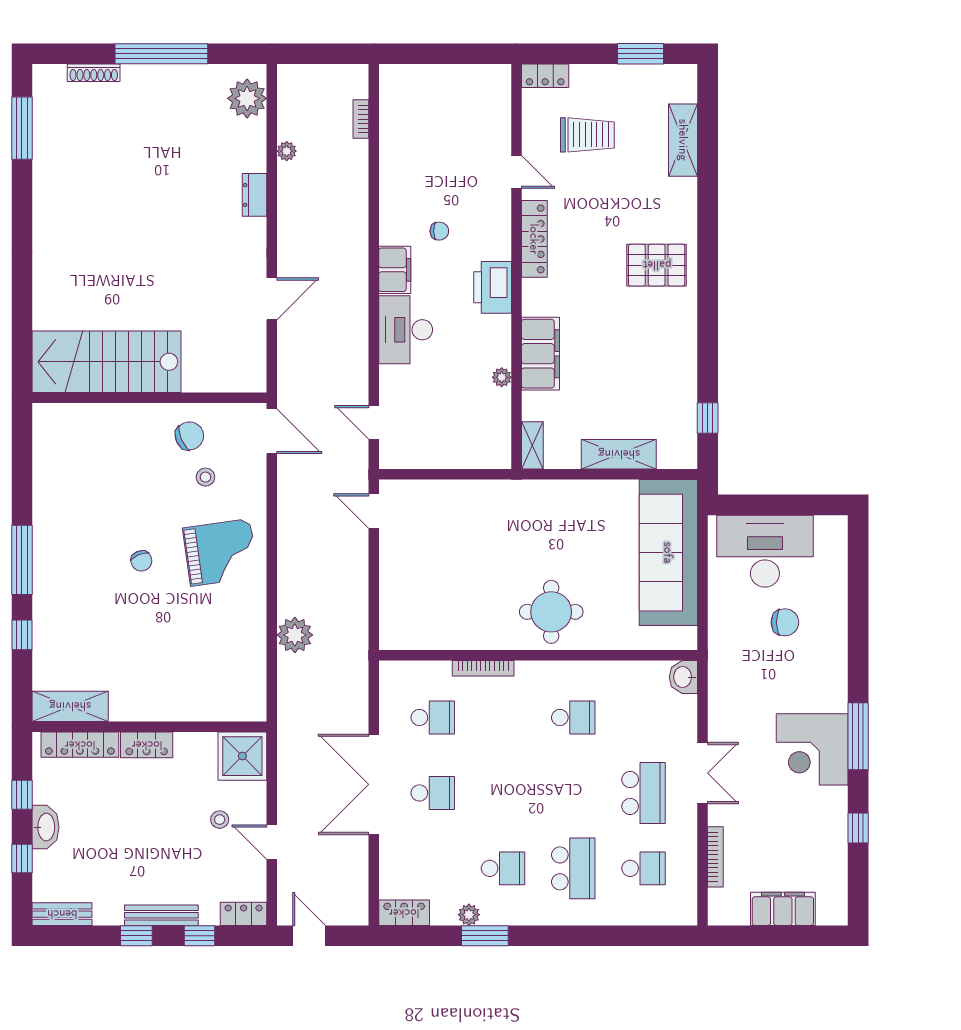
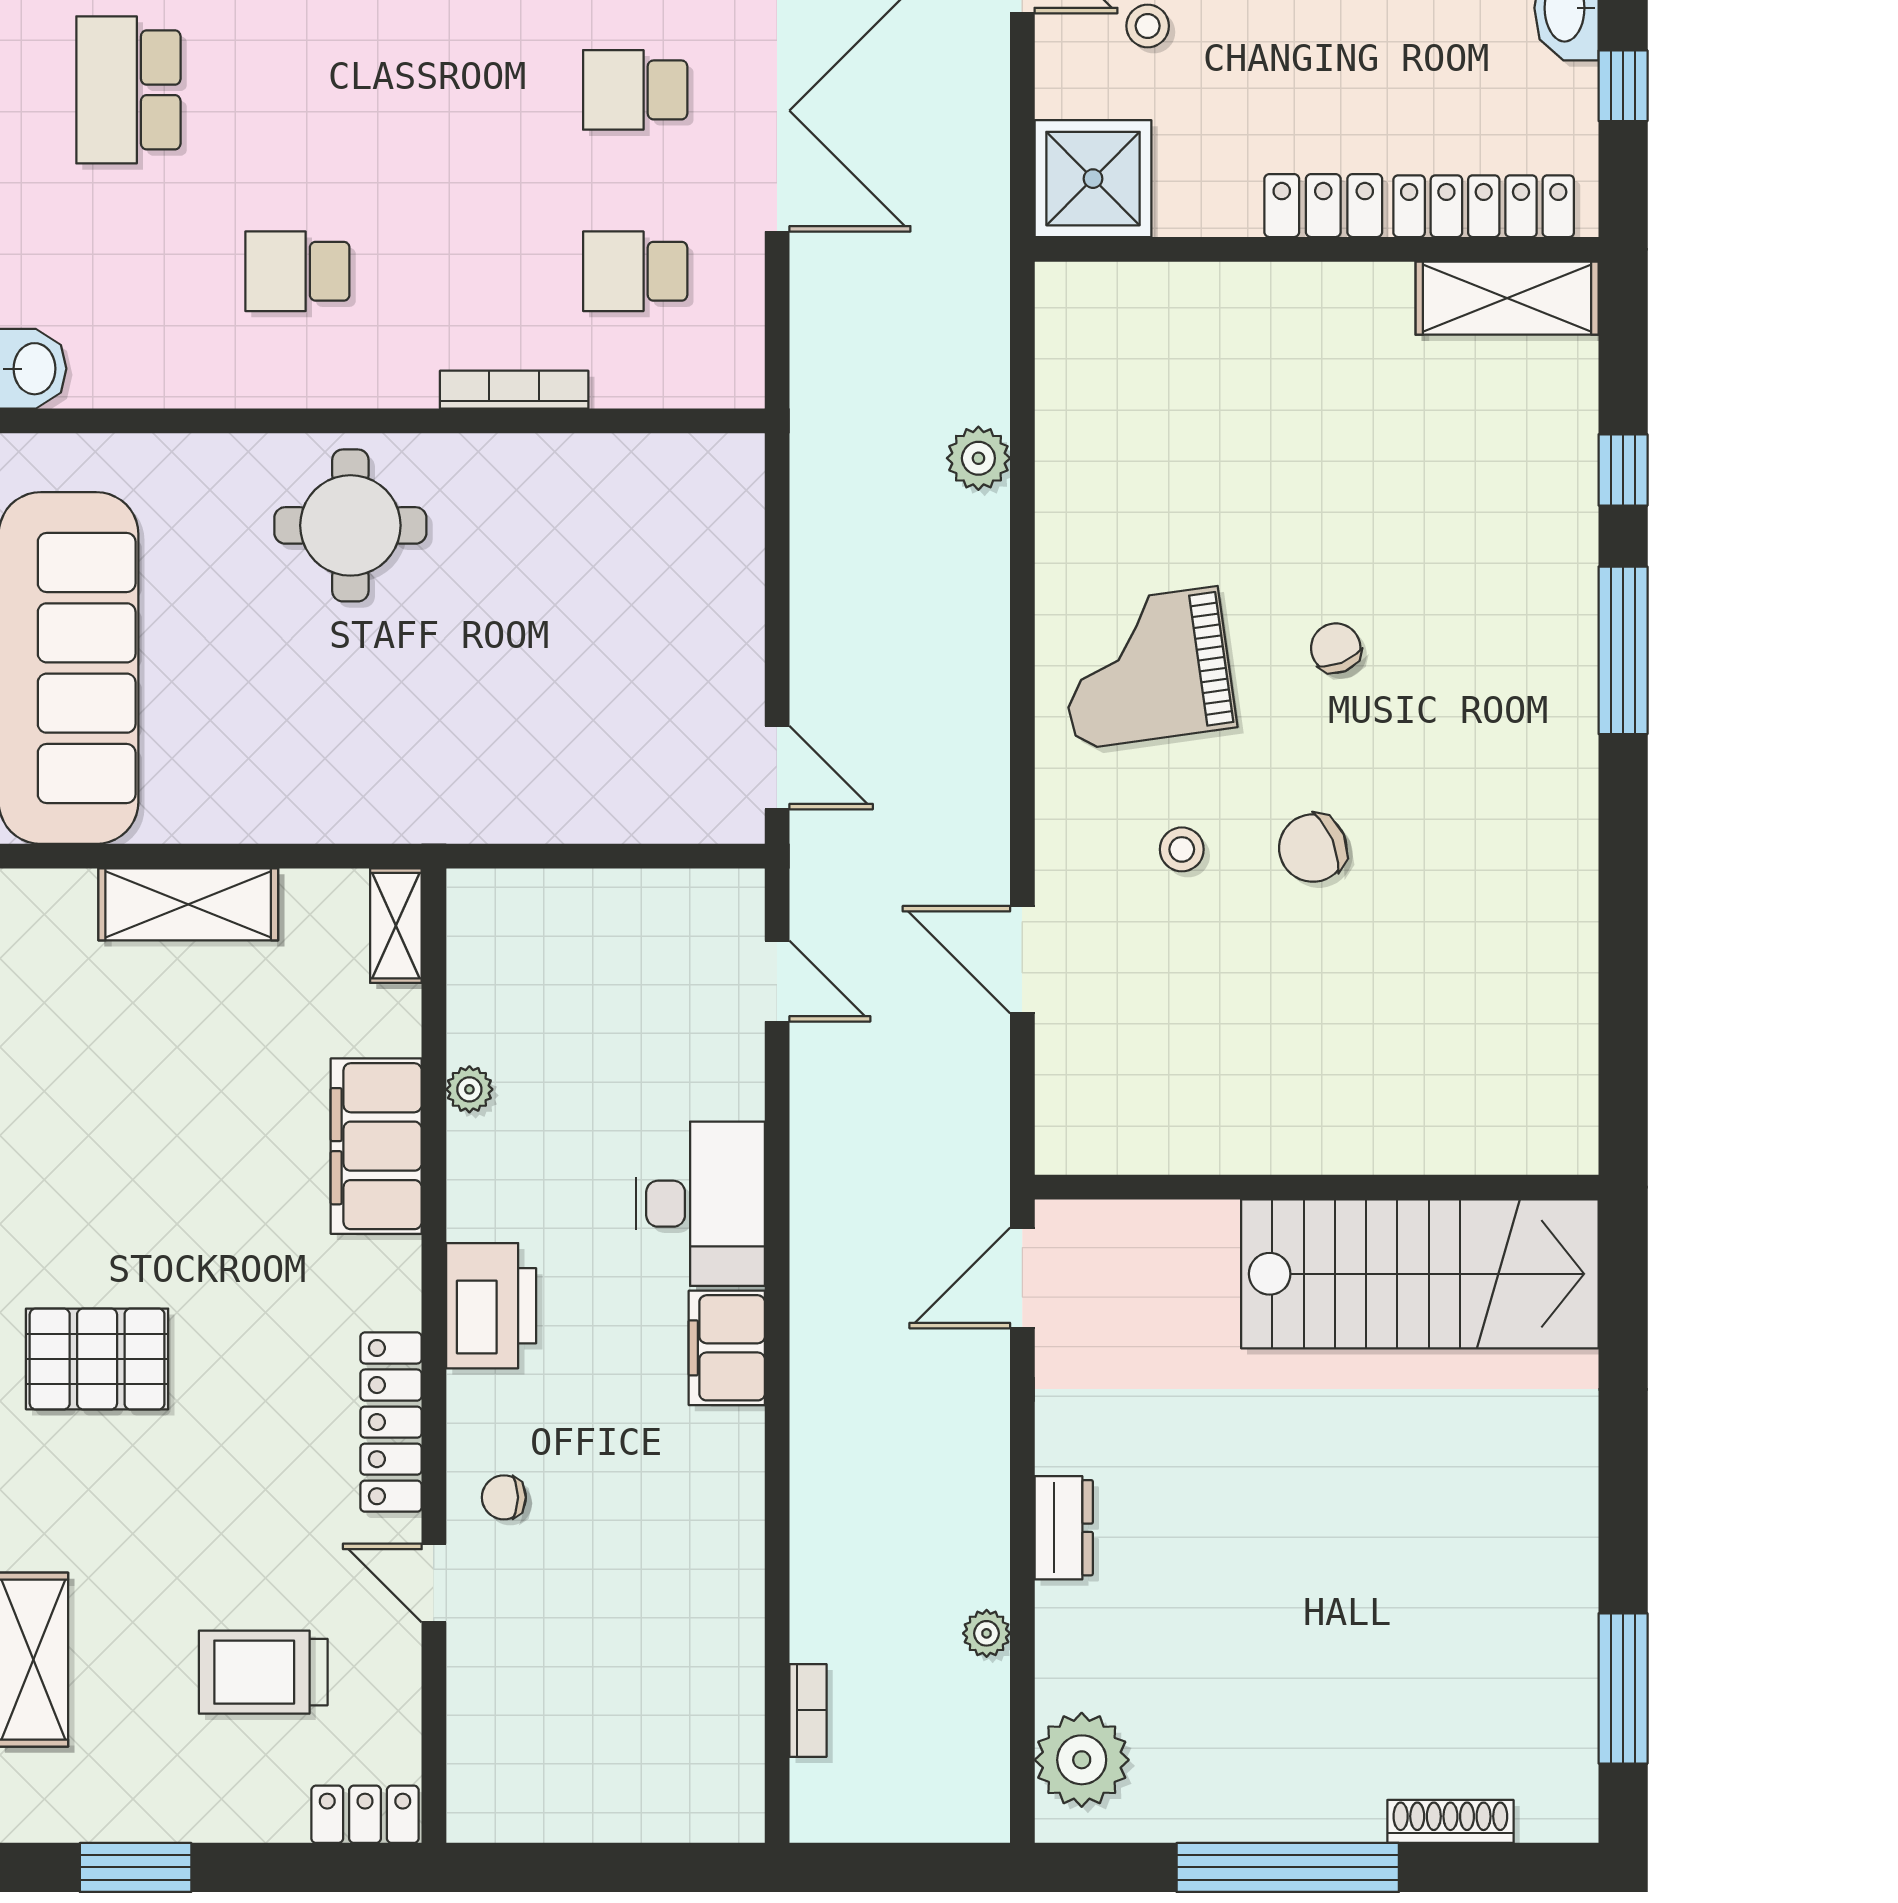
chair: (439, 231) -> (504, 1497), moved
stairs: (106, 362) -> (1420, 1274), moved
wall: (149, 398) -> (1317, 1187), moved
chair: (189, 436) -> (1313, 848), moved
plant: (295, 635) -> (978, 458), width x0.73, depth x0.73

